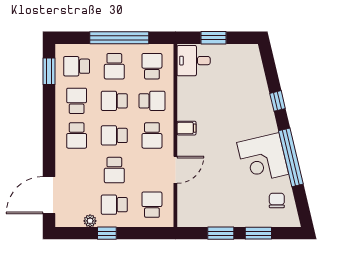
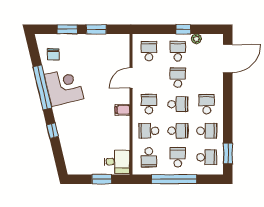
school desk: (77, 101) -> (207, 131), turned -90
school desk: (114, 205) -> (178, 51), turned -90
school desk: (152, 205) -> (149, 51), turned 180

